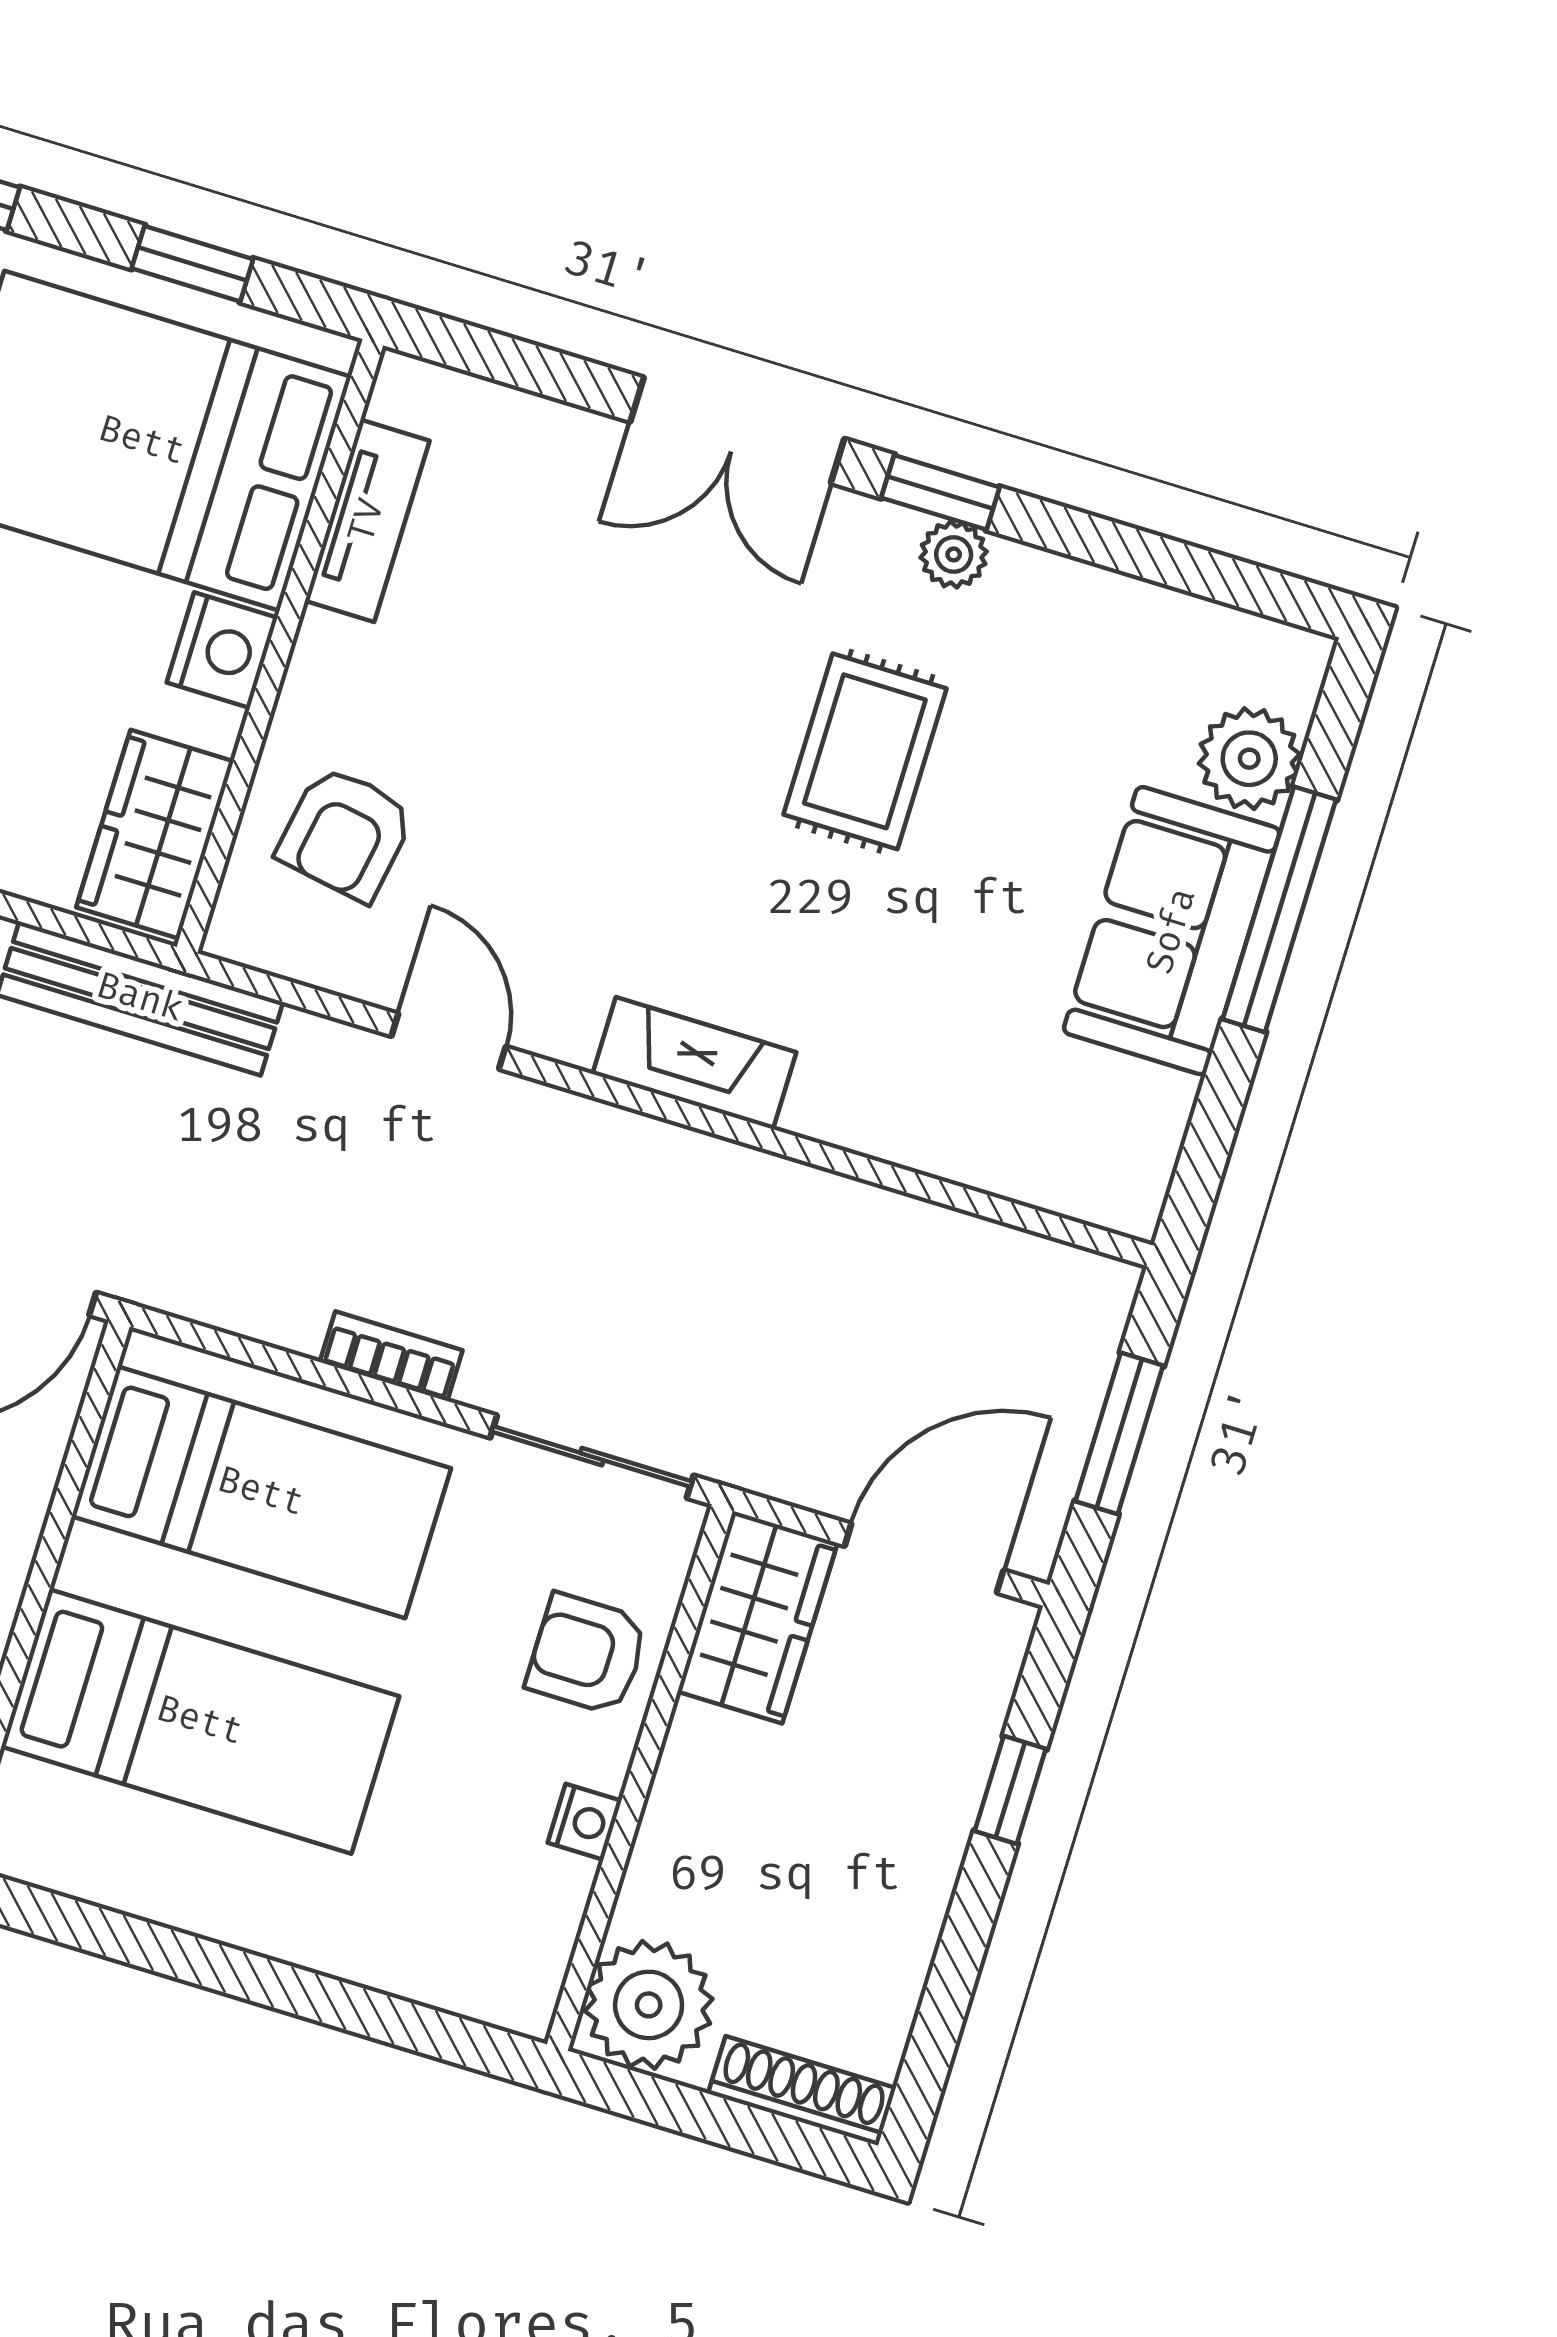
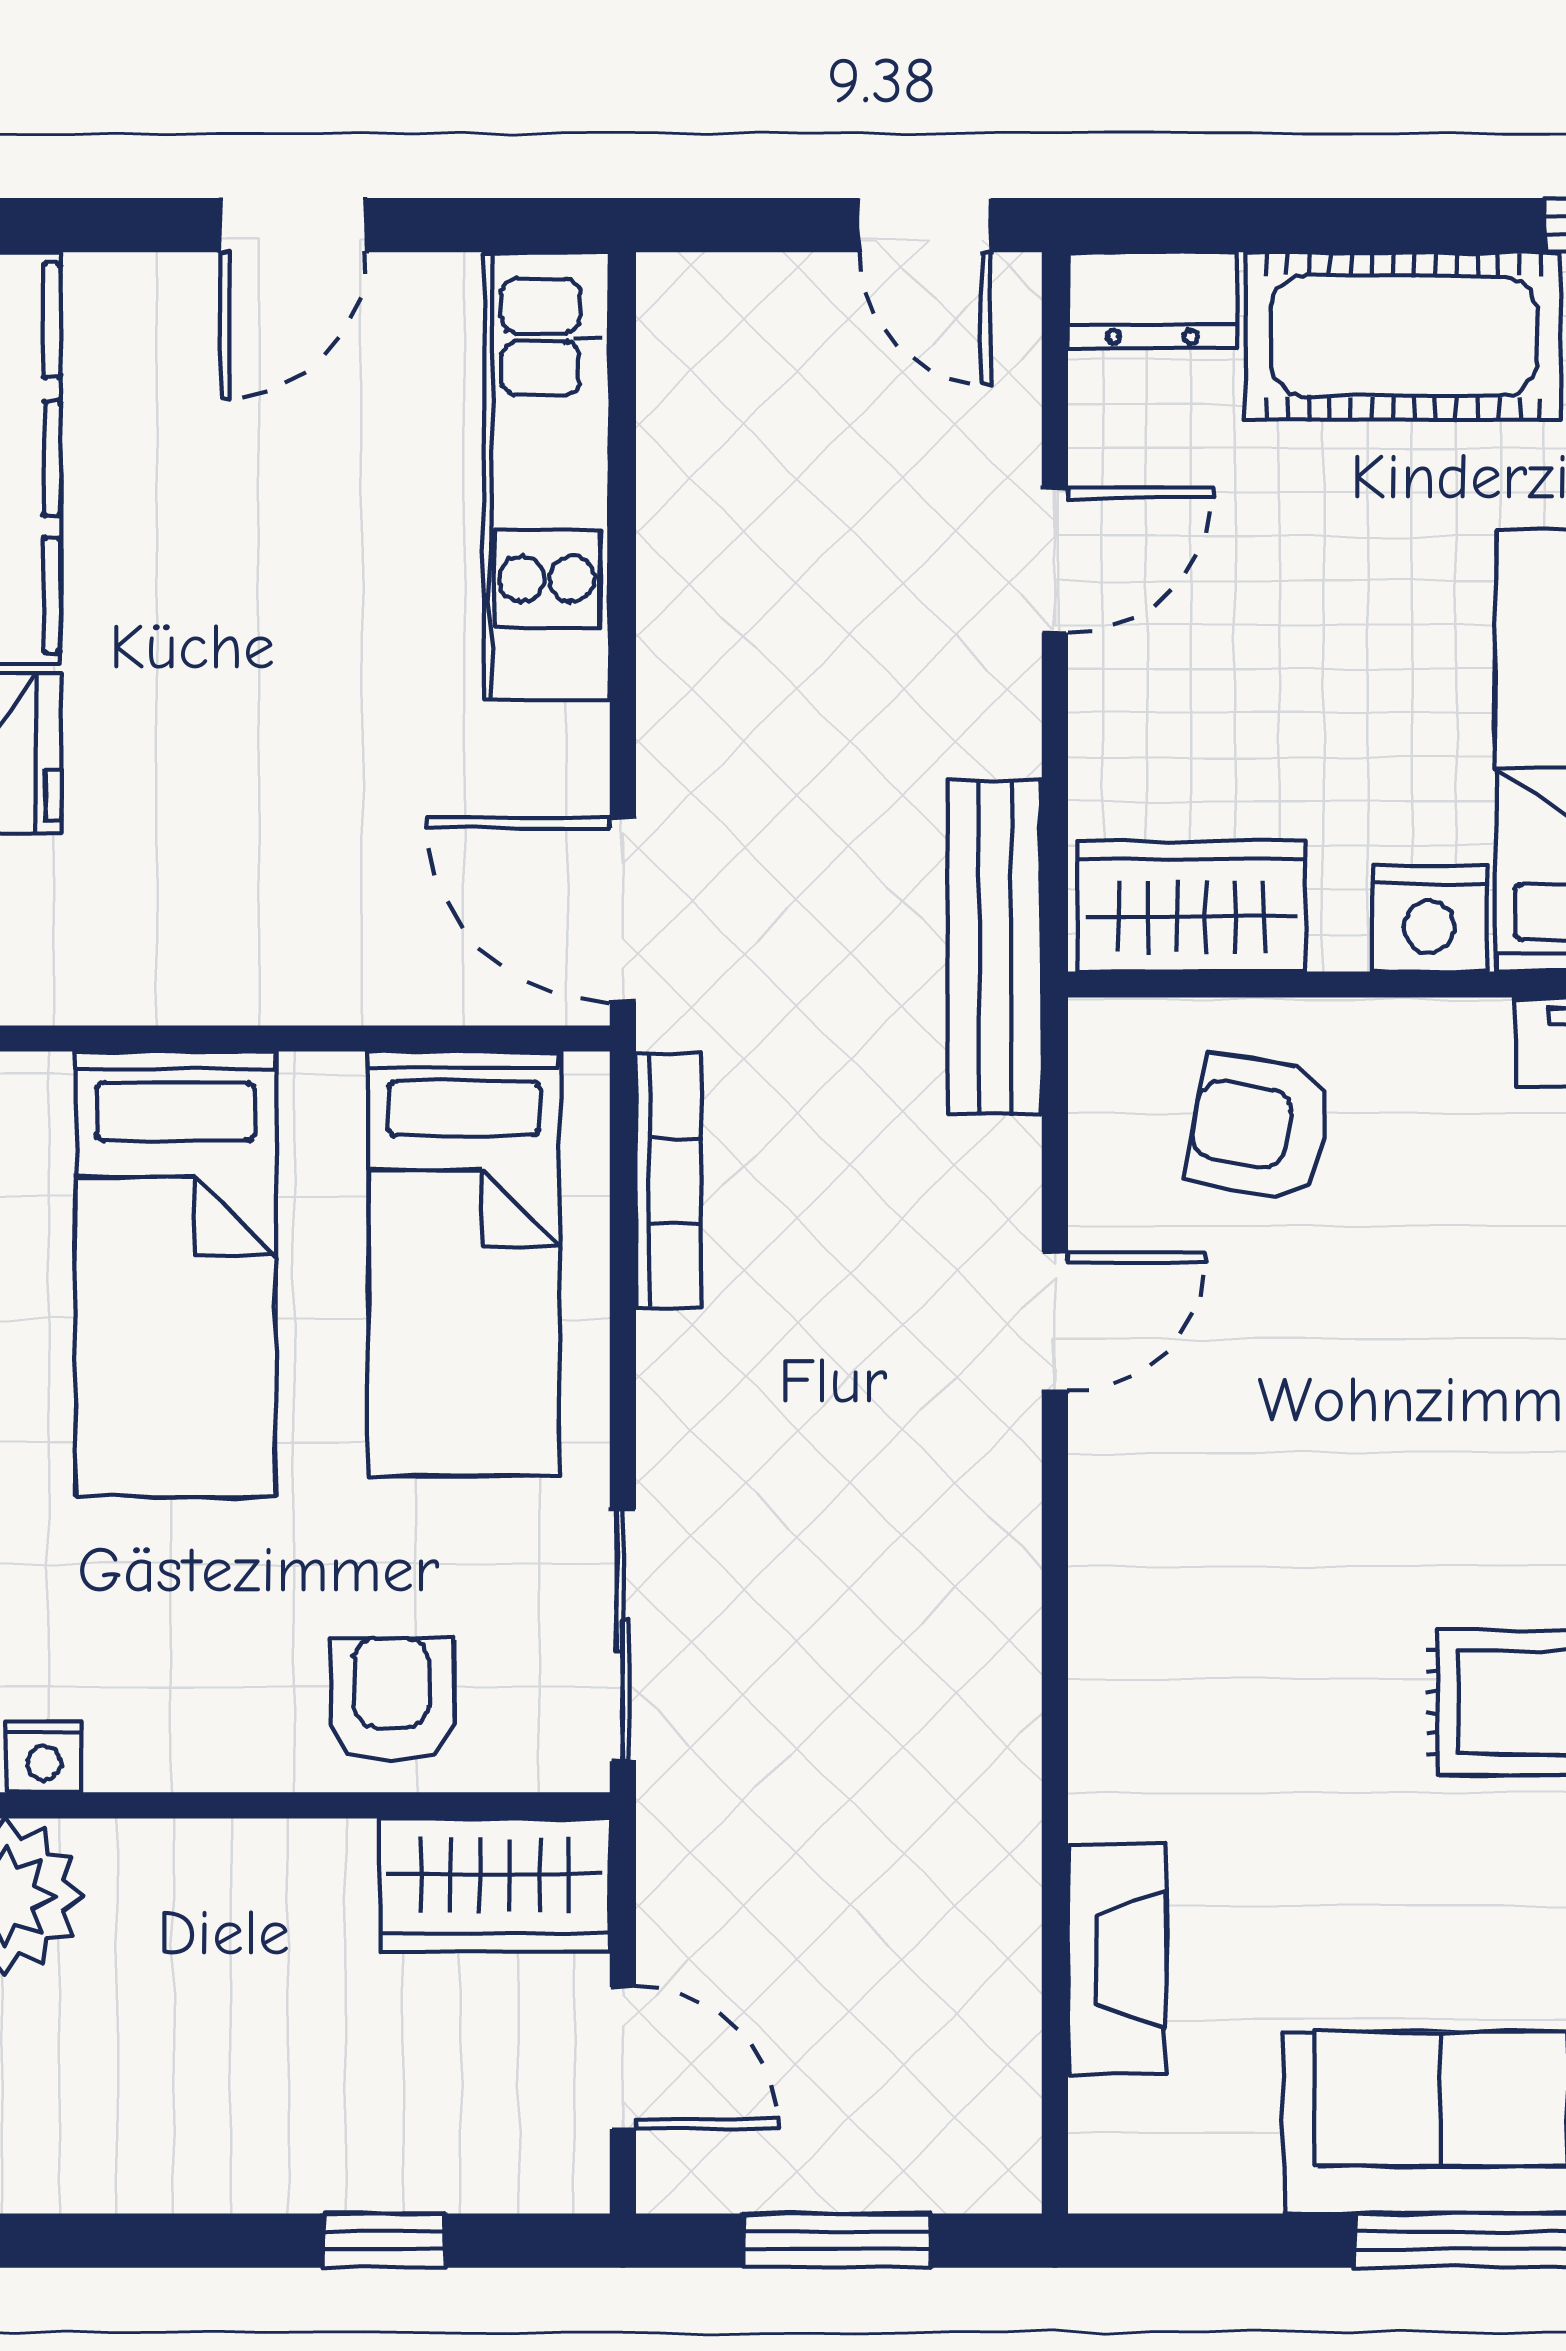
fireplace: (694, 1063) -> (1117, 1959), moved
bookcase: (391, 1356) -> (668, 1180), moved, width x1.56
door: (924, 1558) -> (623, 2058), width x0.73
nightstand: (585, 1822) -> (44, 1757), moved

